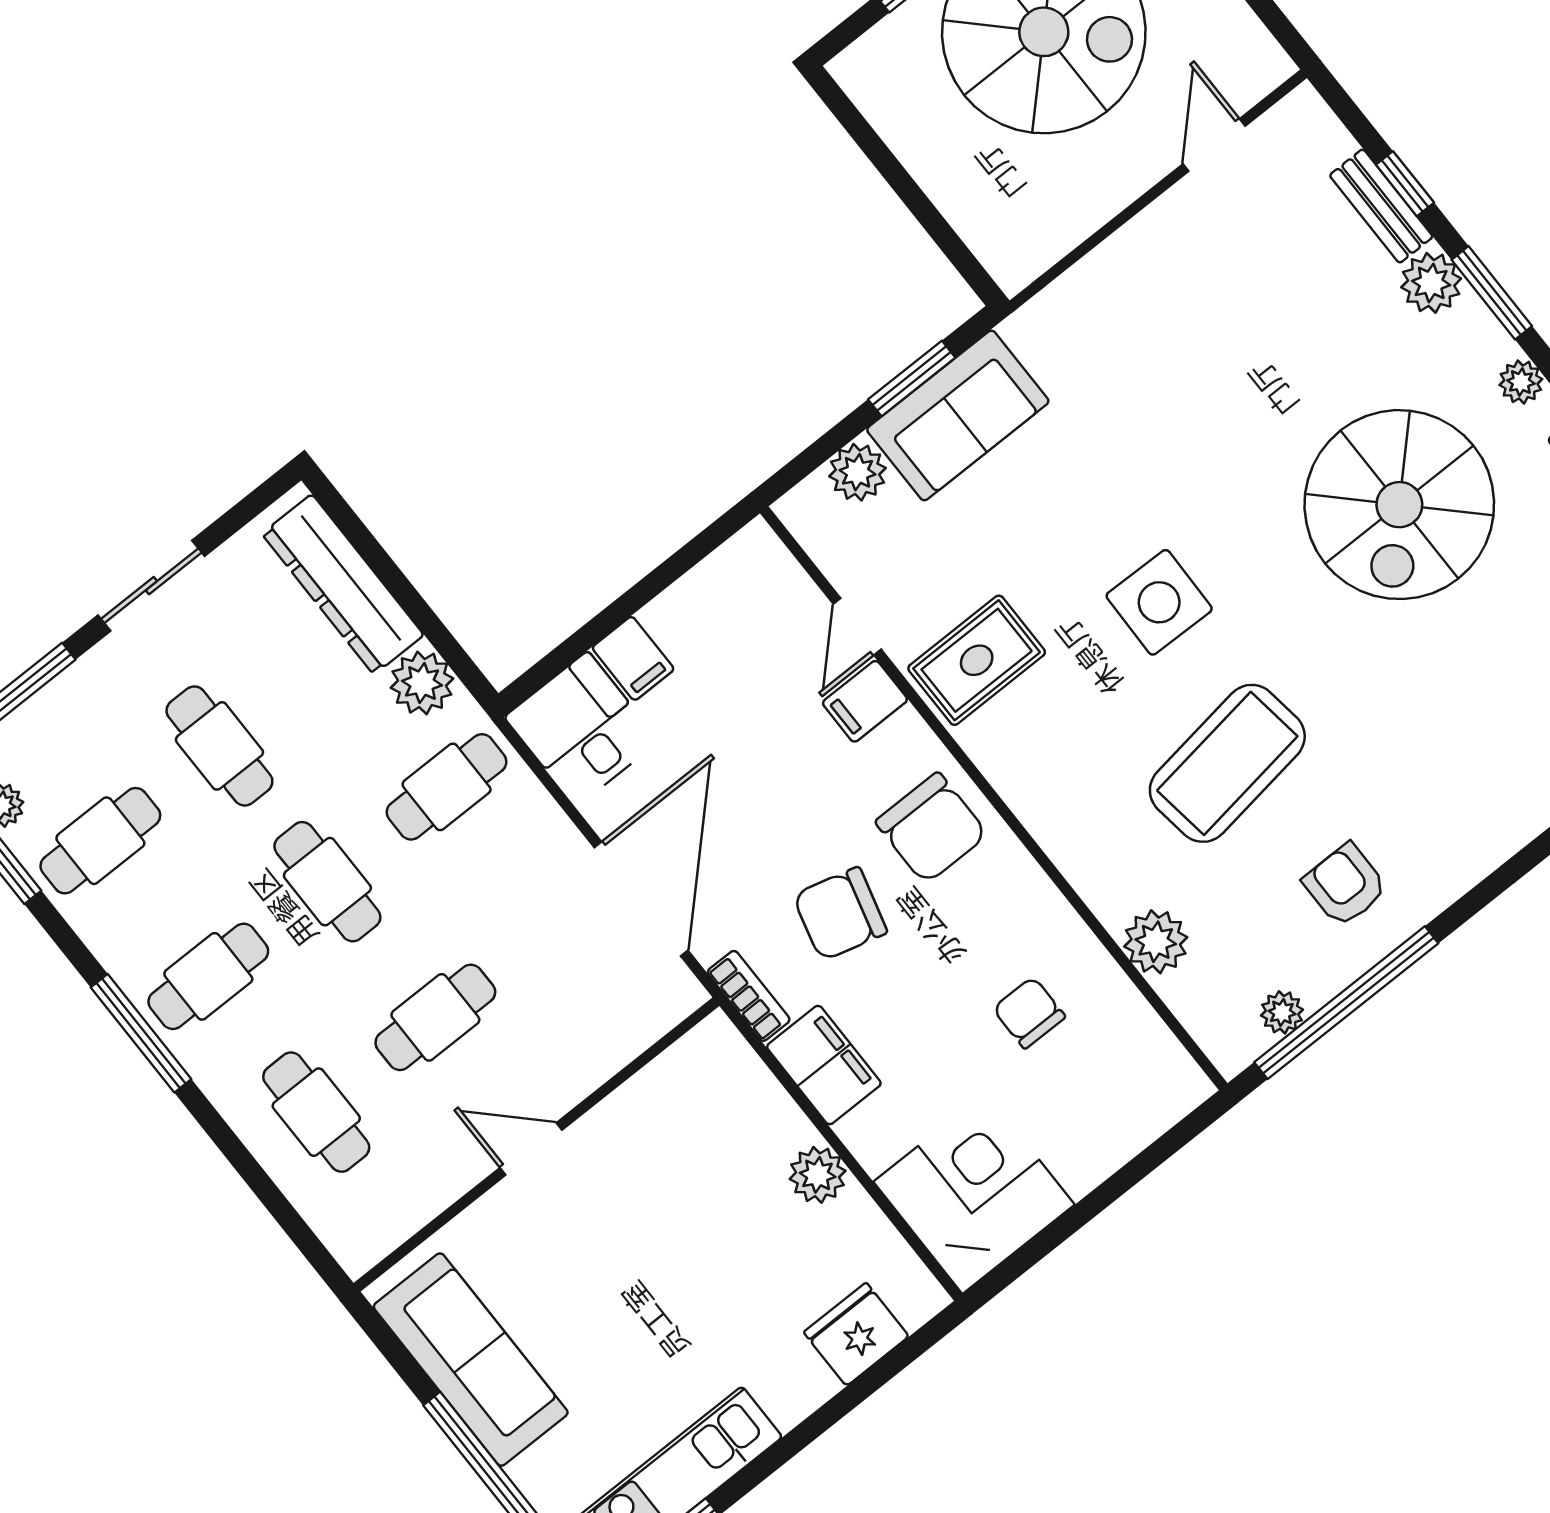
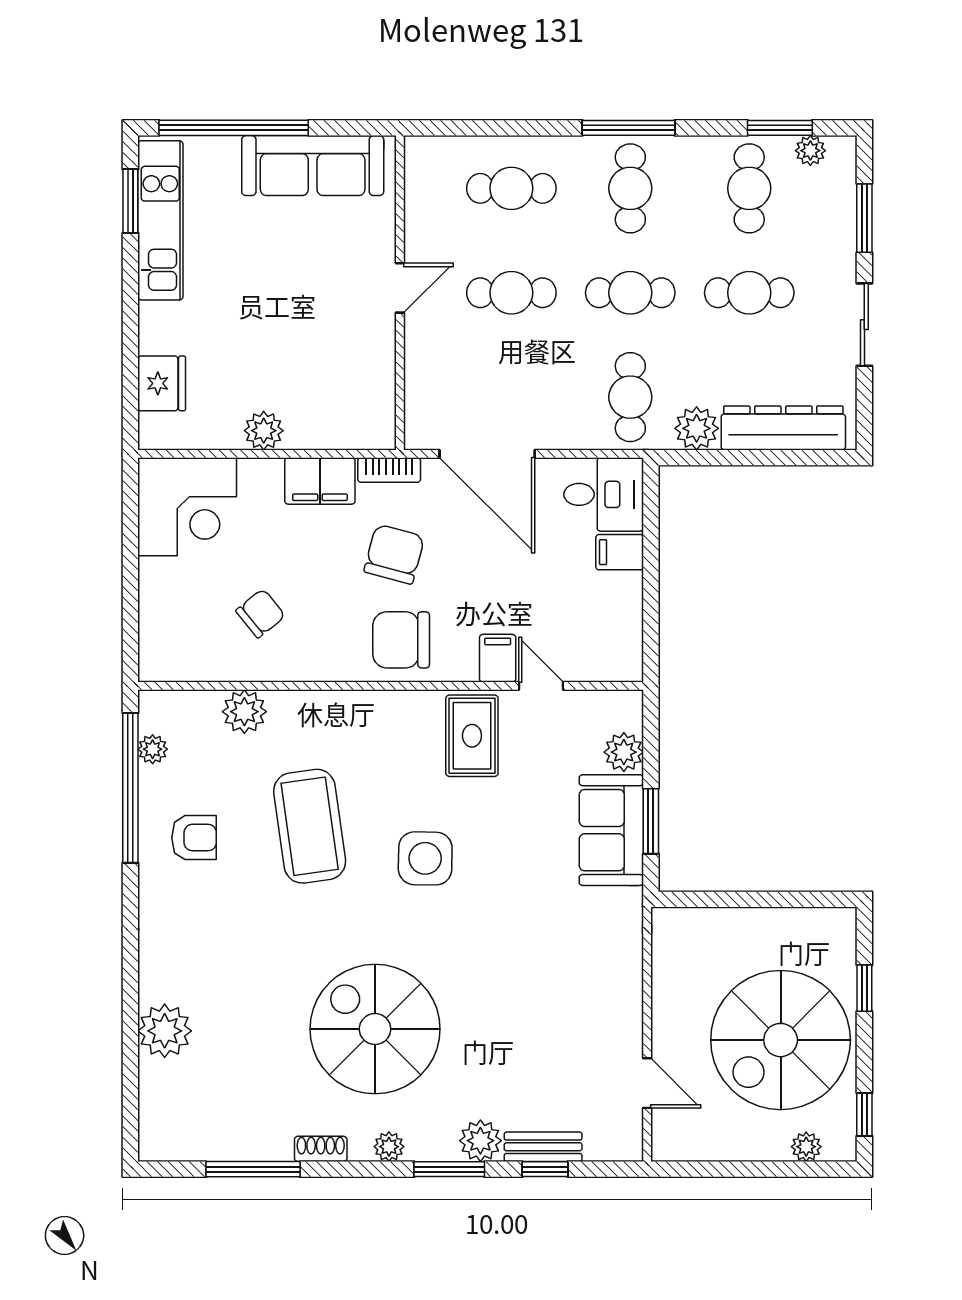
chair: (1029, 1013) -> (260, 613), turned -39
cafe table: (435, 1017) -> (511, 293), turned 90

